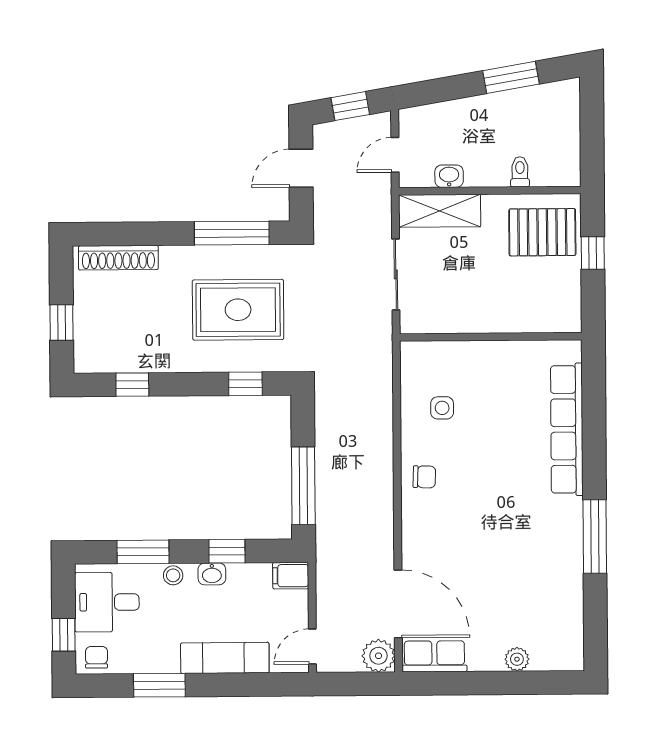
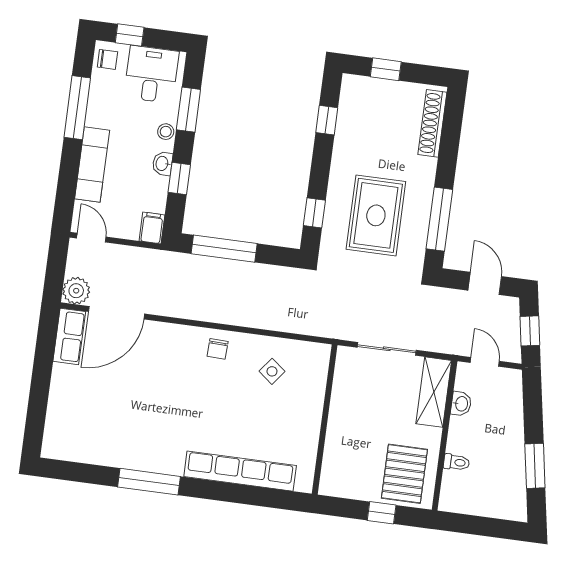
side table: (442, 408) -> (272, 371), turned 38
plant: (517, 659) -> (57, 404), removed
window: (159, 685) -> (77, 108), width x1.44

